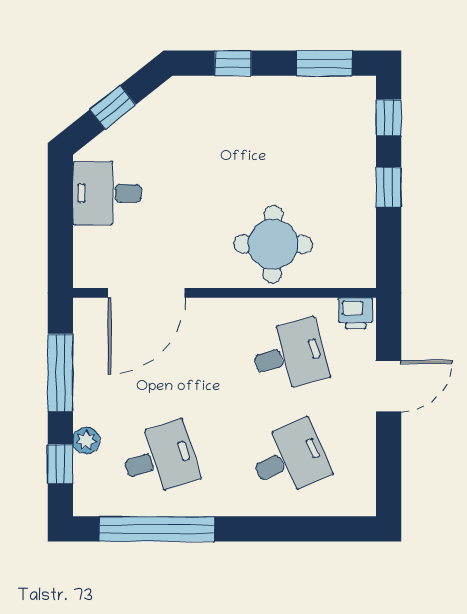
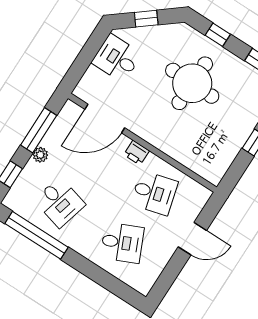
round table: (273, 244) -> (192, 83), moved, width x1.36, depth x1.36
printer: (356, 313) -> (137, 153), moved
plant: (86, 440) -> (40, 155), moved
desk: (160, 459) -> (60, 202), turned 33

